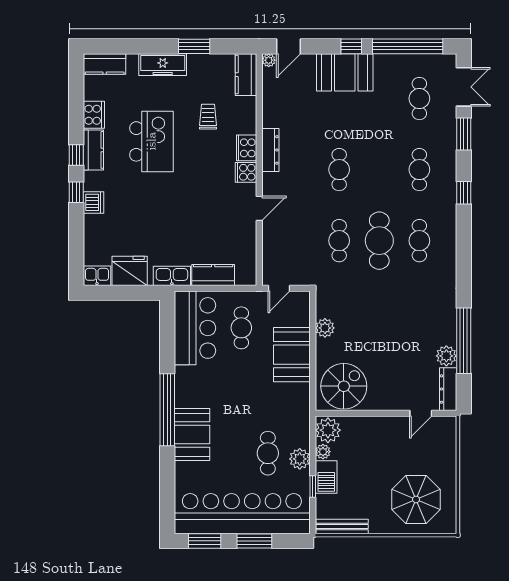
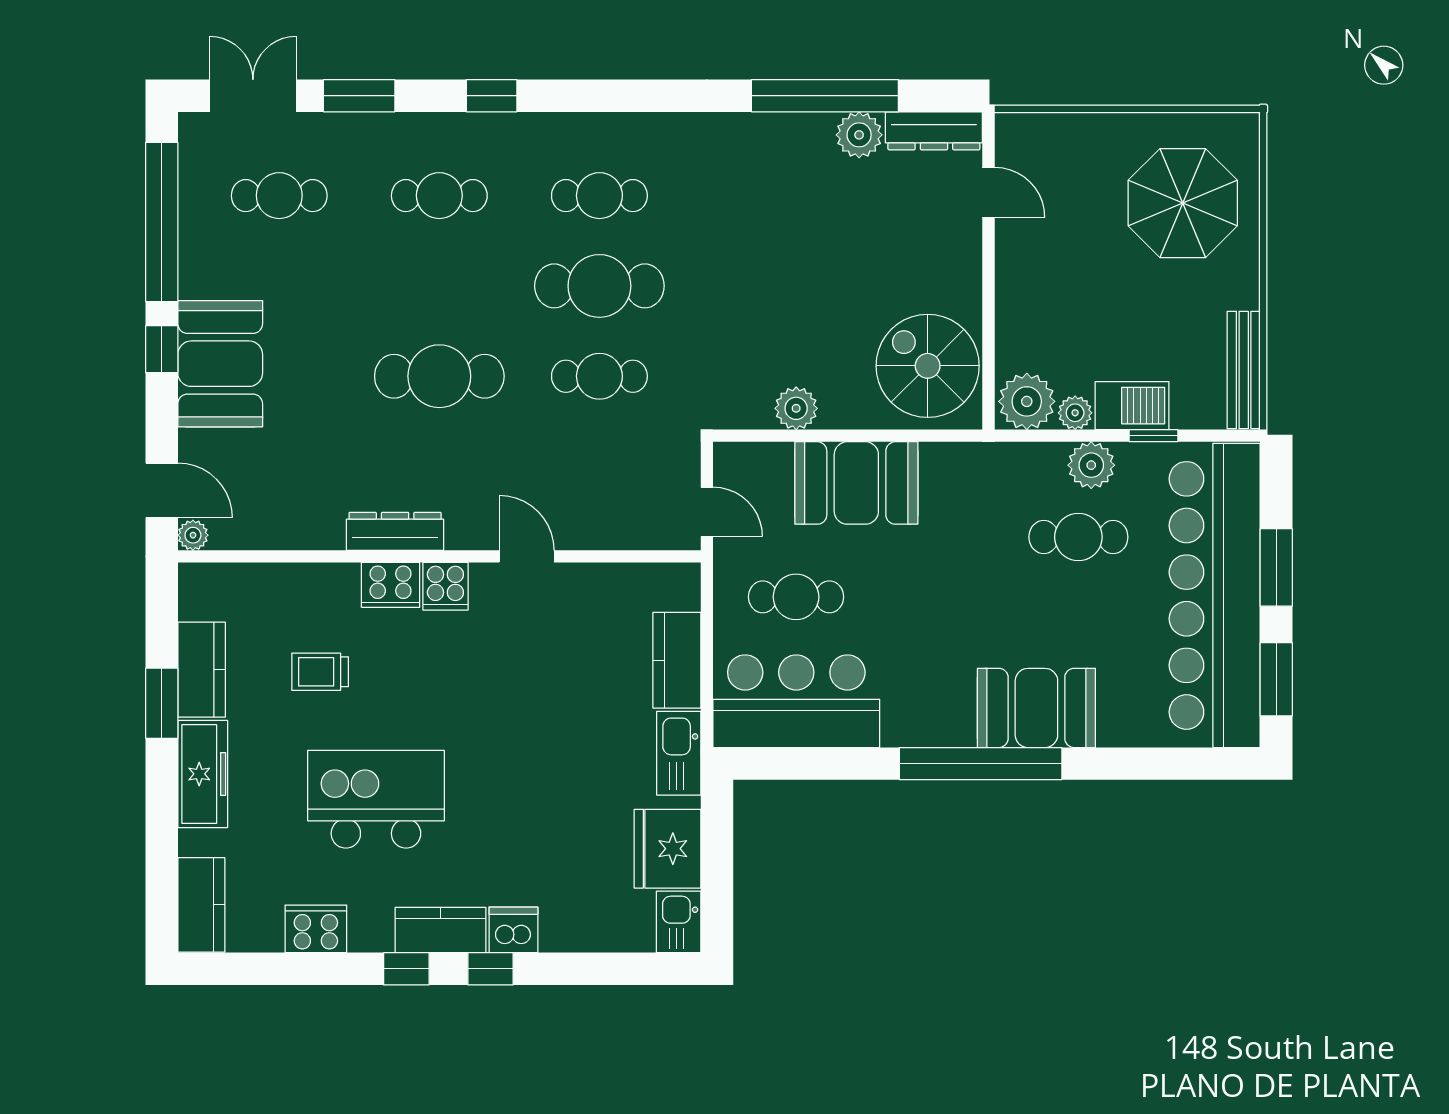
kitchen counter: (246, 75) -> (202, 670), moved, turned -90
kitchen counter: (93, 150) -> (441, 930), moved
cafe table: (339, 170) -> (439, 376), width x1.37, depth x1.35

